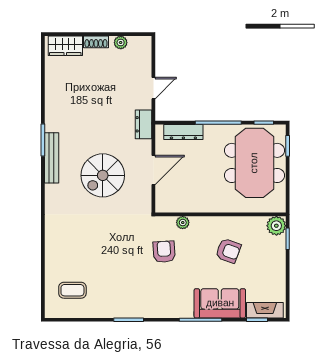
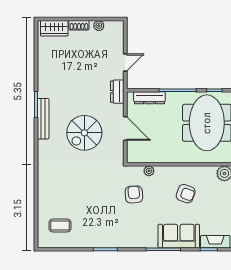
door: (153, 170) -> (125, 129), hinge flipped

